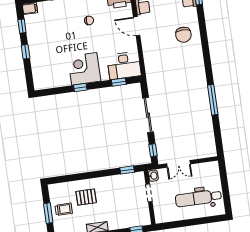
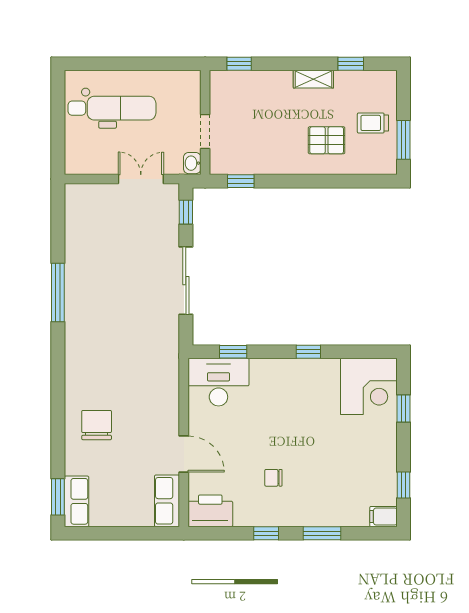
window: (26, 52) -> (404, 409), moved
corner desk: (84, 69) -> (369, 386), moved
window: (48, 213) -> (404, 140), moved

